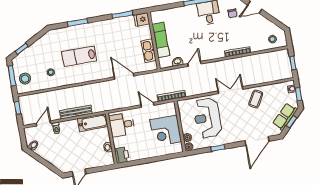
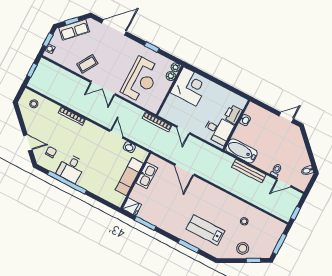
lab bench: (79, 56) -> (206, 230), moved, turned 180
door: (194, 64) -> (116, 134), swing flipped
stool: (25, 79) -> (243, 248), moved
corner desk: (166, 131) -> (190, 86), moved
printer: (122, 155) -> (233, 114), moved

